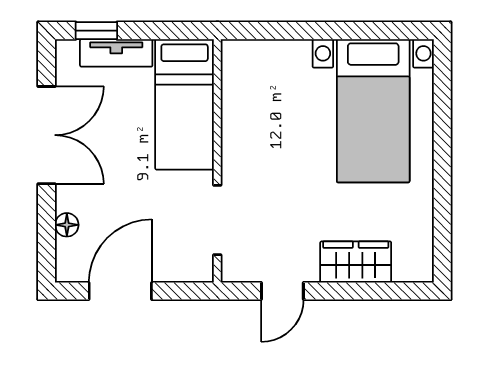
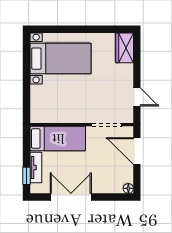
floor lamp: (67, 225) -> (128, 188), moved
wardrobe: (356, 262) -> (125, 48), moved
door: (120, 291) -> (137, 151), moved

